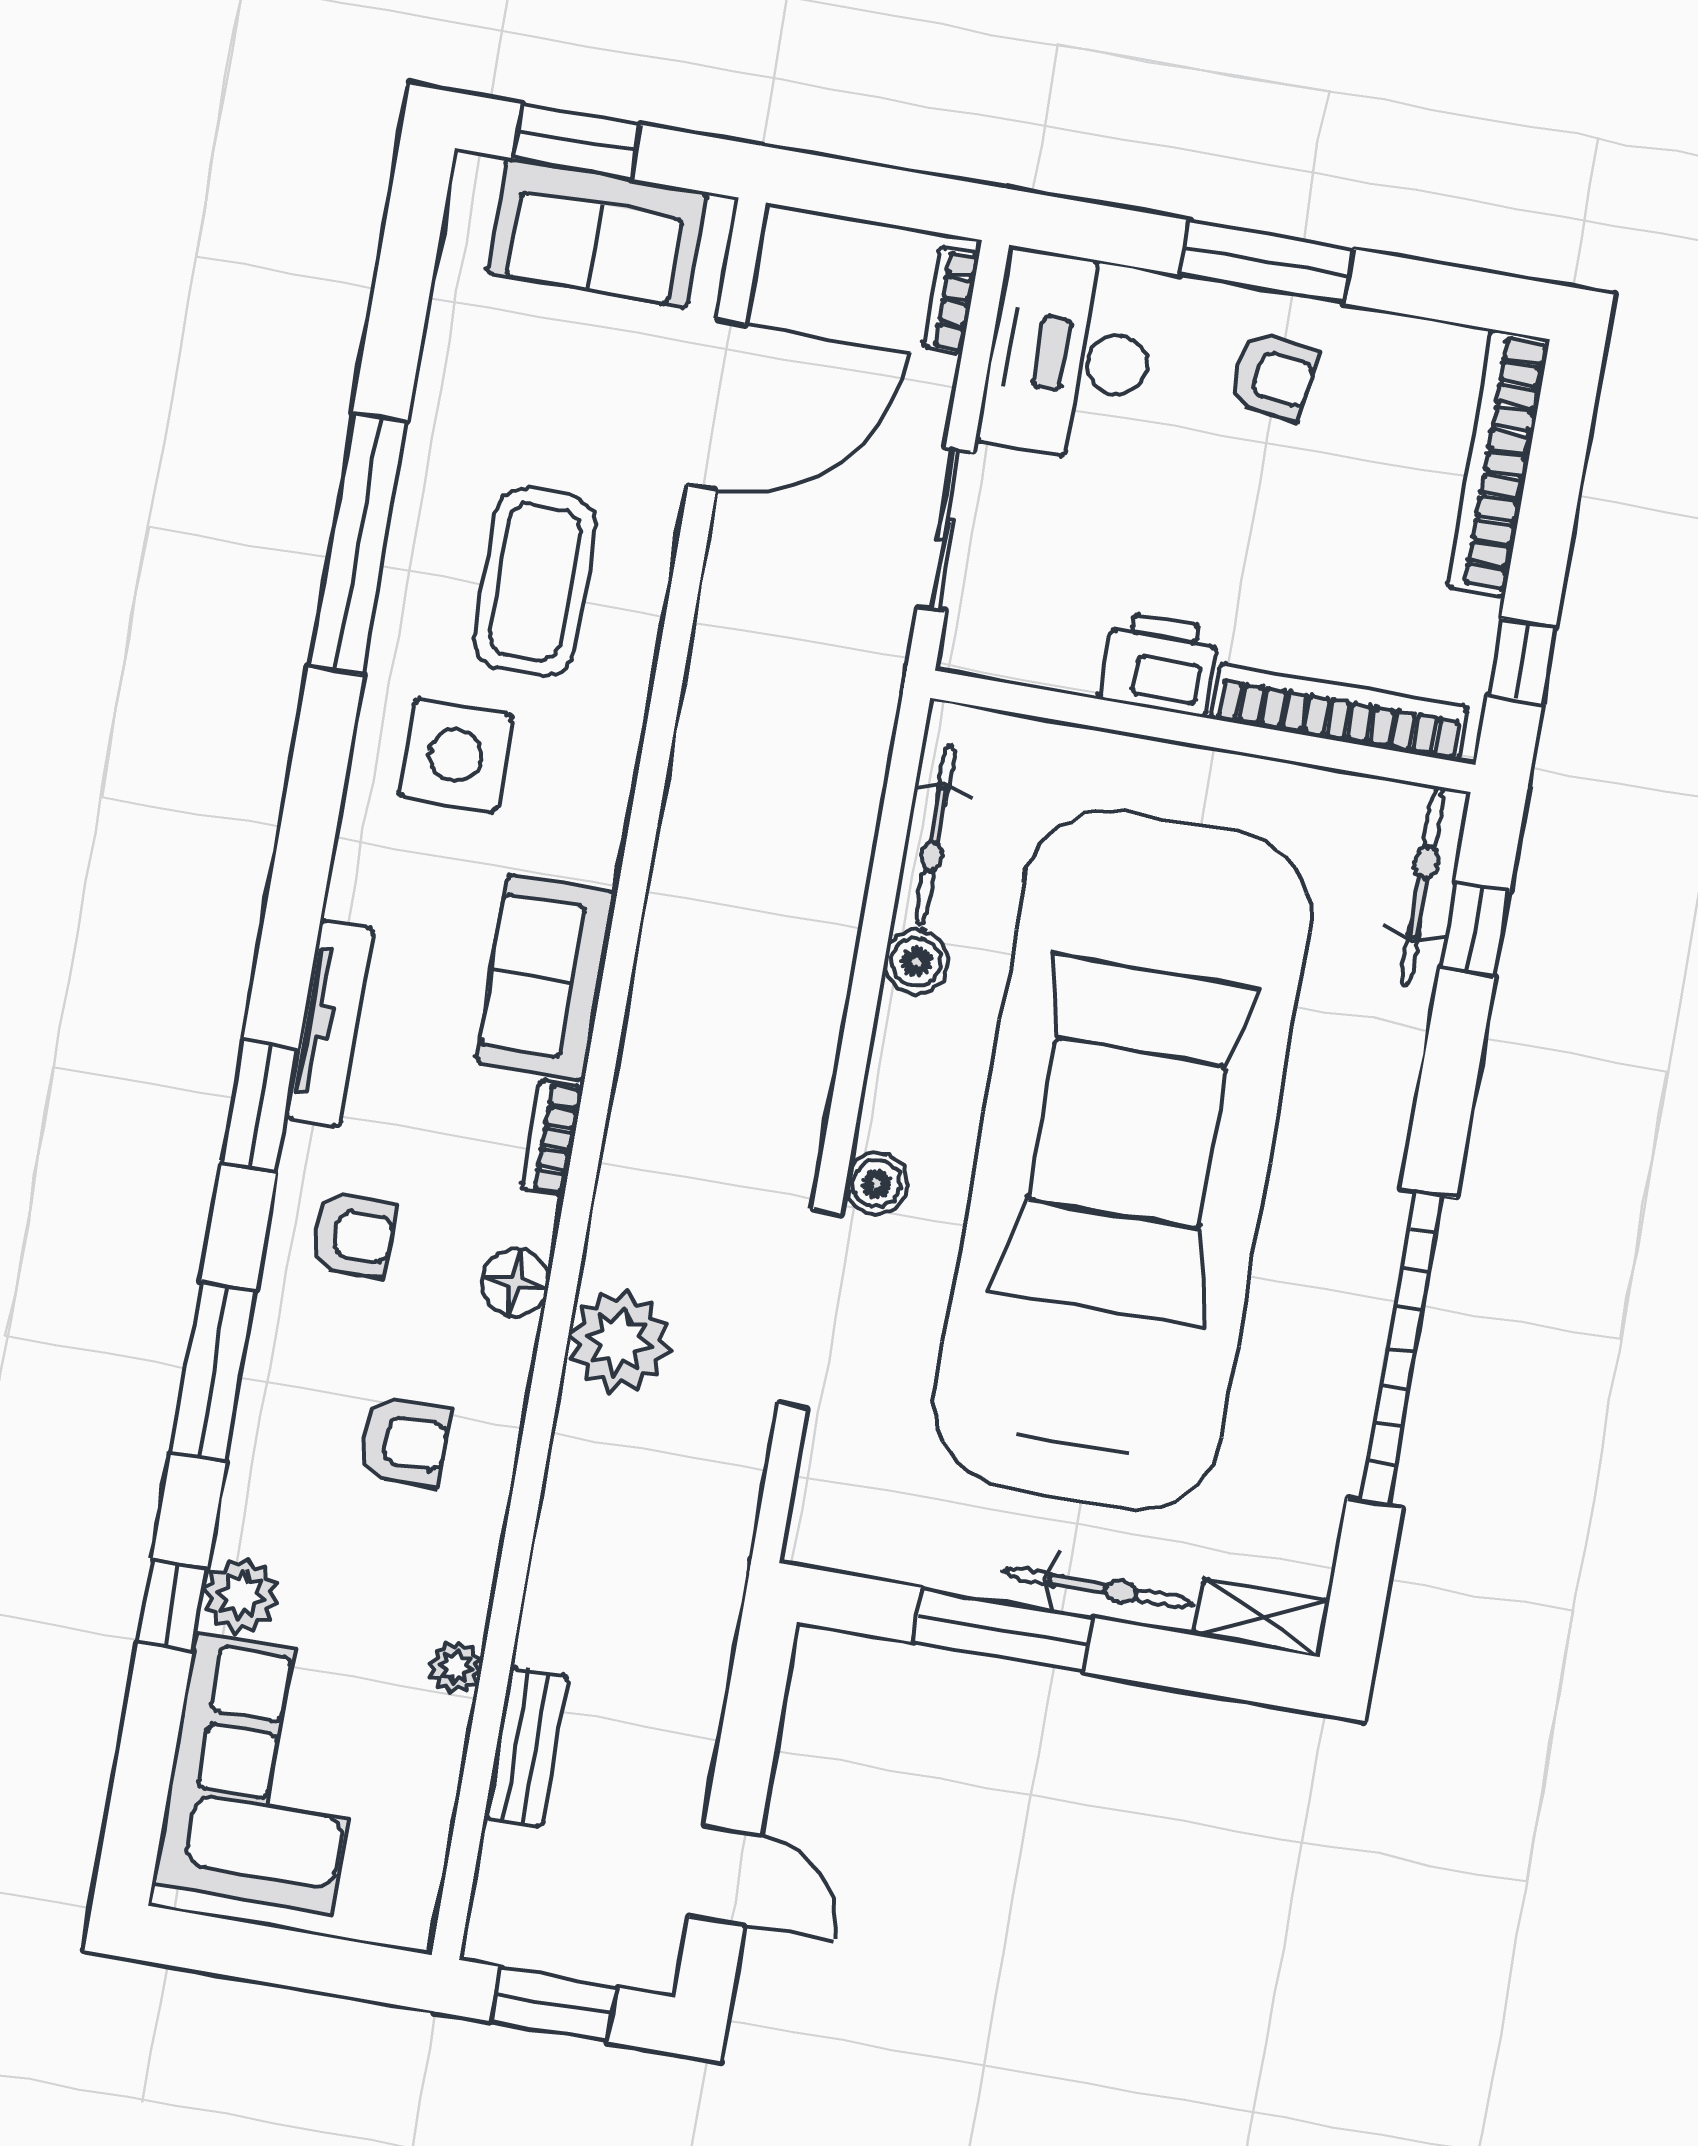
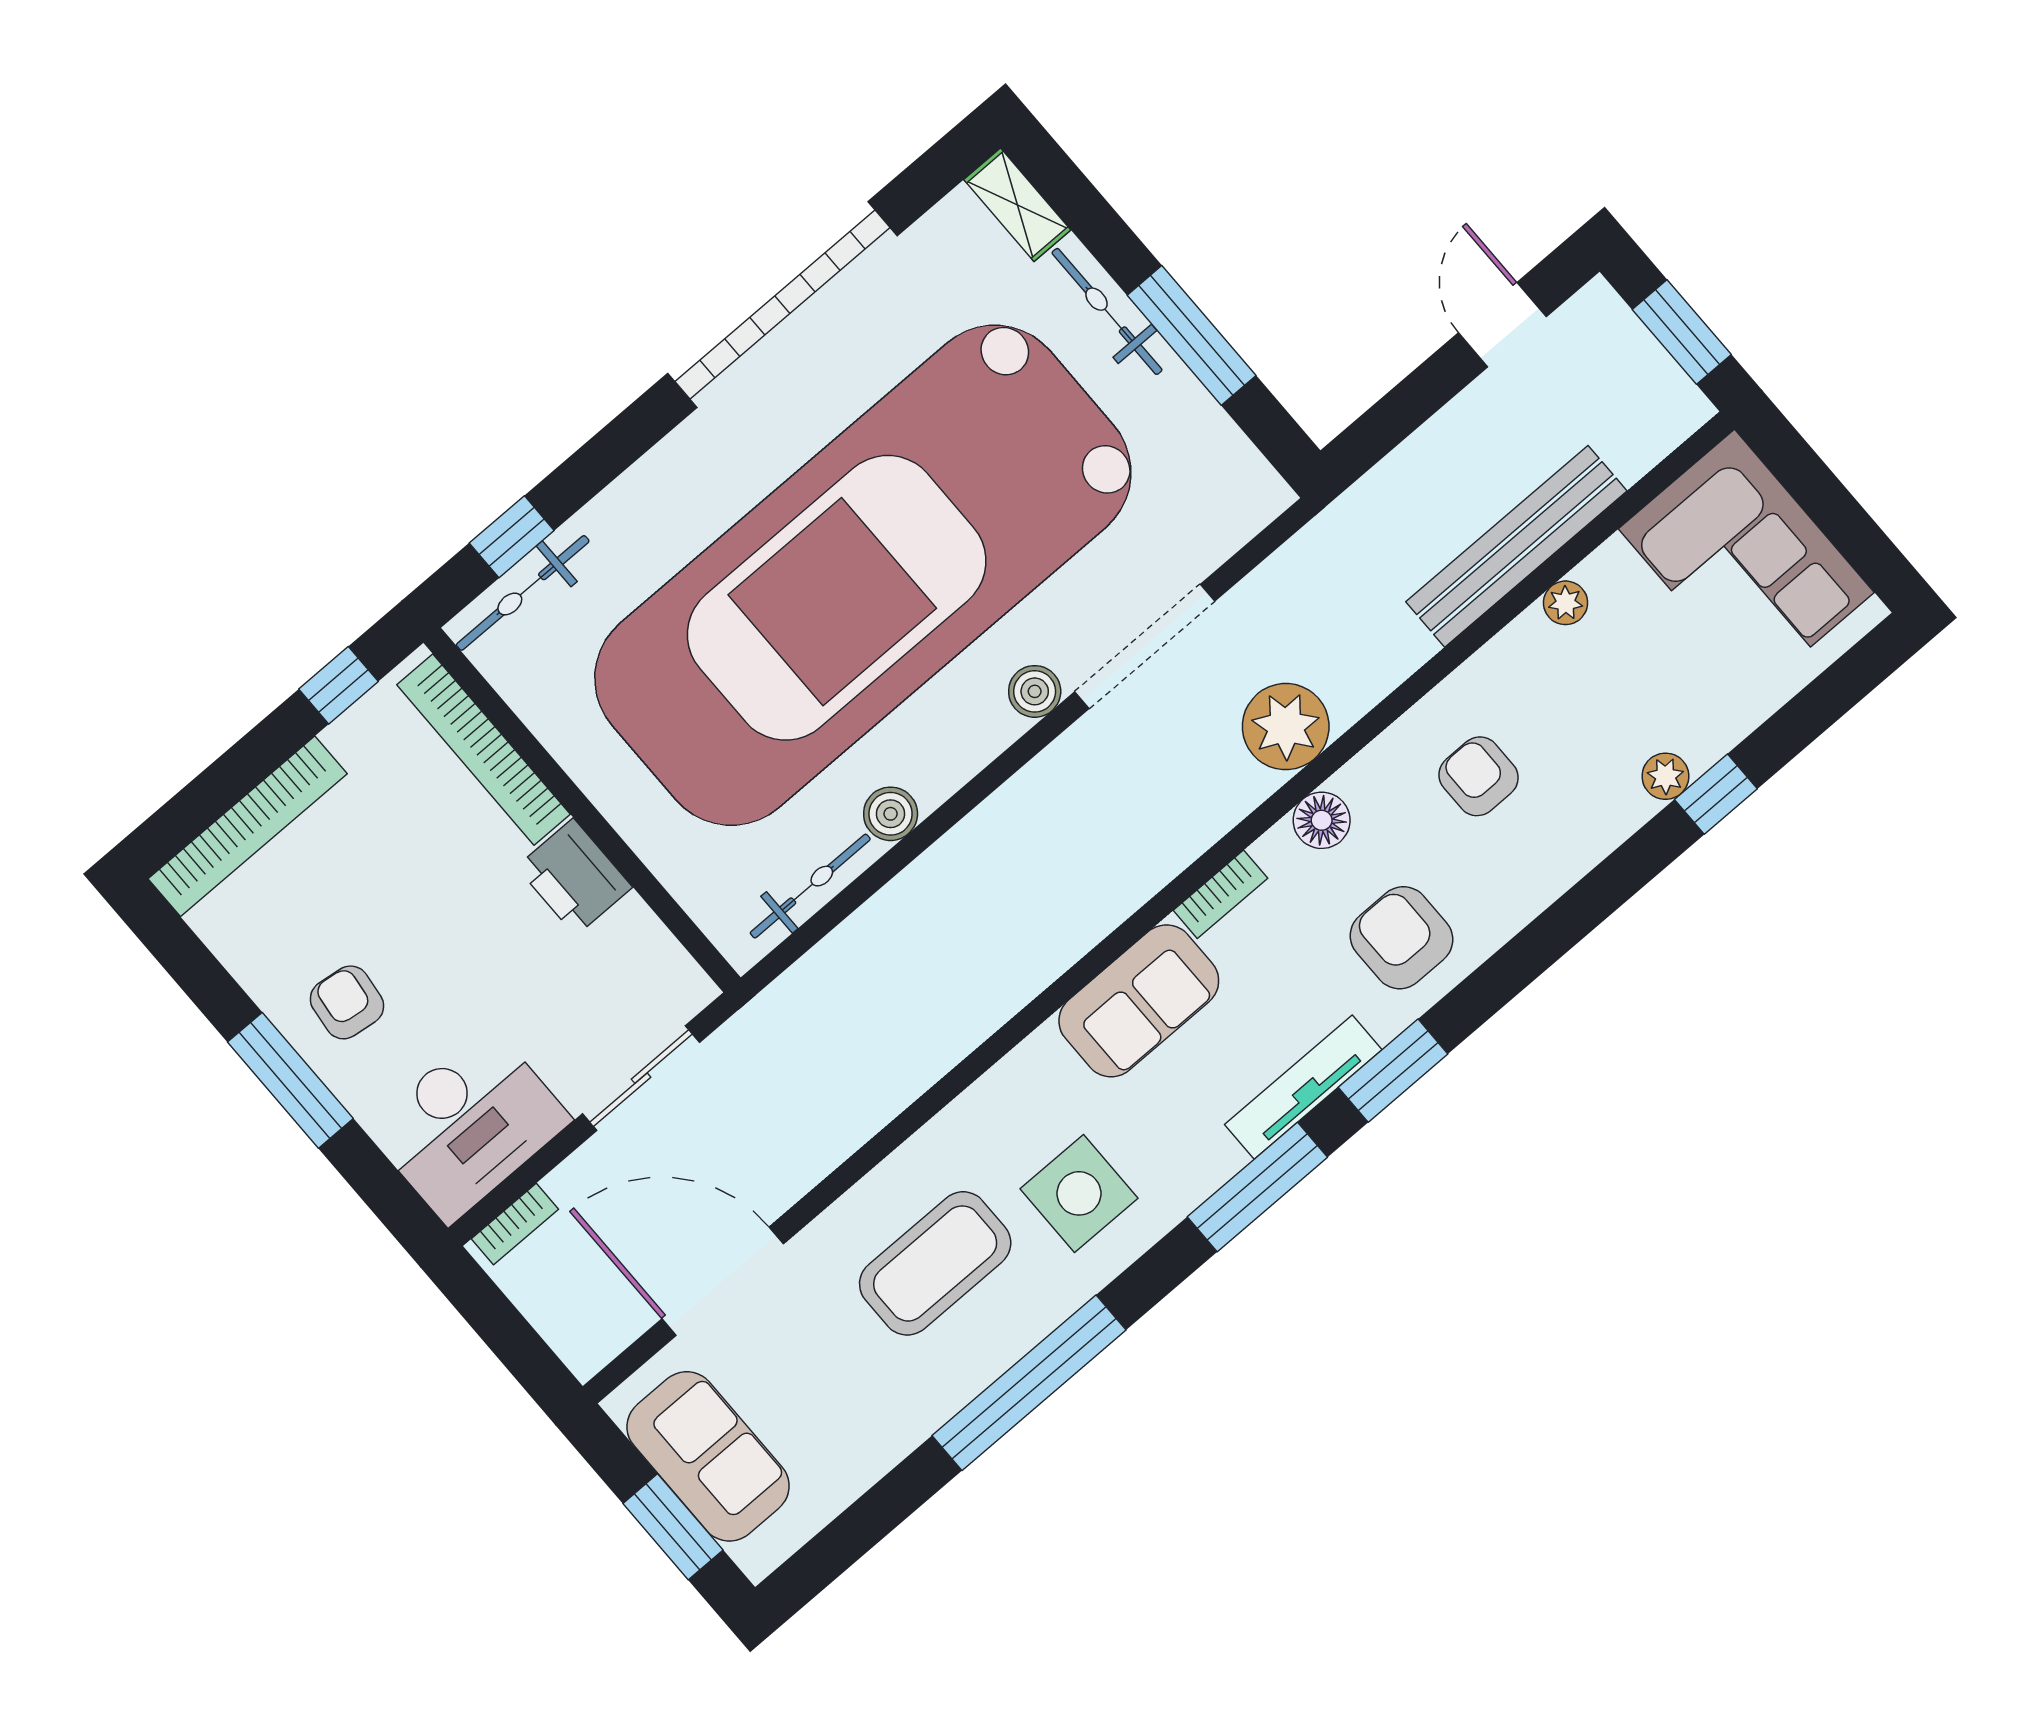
armchair: (353, 1235) -> (1402, 938), width x1.38, depth x1.38
window: (213, 1372) -> (1257, 1187), moved
plant: (241, 1596) -> (1665, 776), width x0.73, depth x0.73
bench: (526, 1746) -> (1516, 546), width x1.86, depth x1.21
corner sofa: (264, 1774) -> (1746, 561), moved, turned -90

